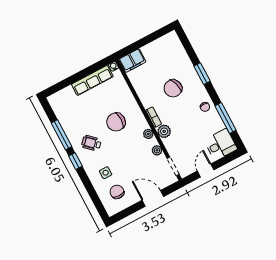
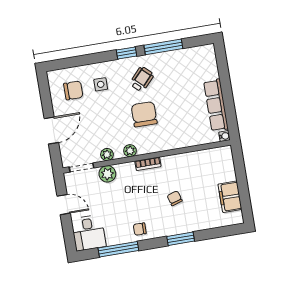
filing cabinet: (132, 61) -> (230, 197), moved
chair: (173, 88) -> (175, 198), width x0.54, depth x0.54
chair: (116, 122) -> (144, 114), moved
plant: (164, 131) -> (107, 174), moved

